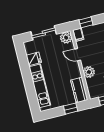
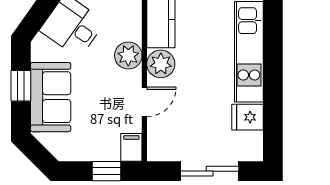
plant: (66, 38) -> (161, 64), moved
door: (78, 55) -> (144, 102), hinge flipped

